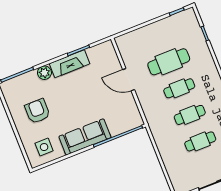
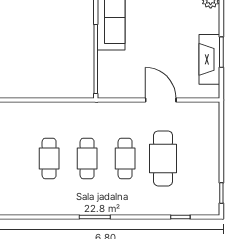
fireplace: (70, 64) -> (209, 59), moved
door: (129, 80) -> (161, 100), hinge flipped

